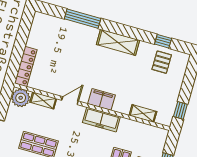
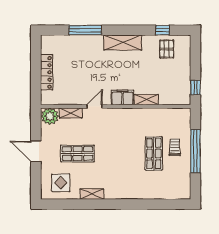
locker: (26, 66) -> (47, 72), moved
shelving: (143, 113) -> (146, 100), moved
freezer: (101, 119) -> (127, 115), removed

